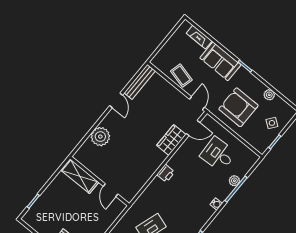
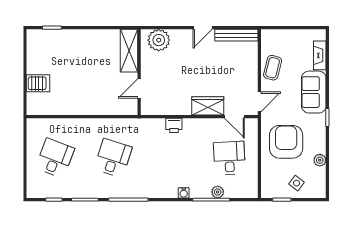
shelving: (80, 176) -> (129, 51), moved
wall: (100, 181) -> (139, 72), moved
door: (111, 190) -> (139, 88), moved

